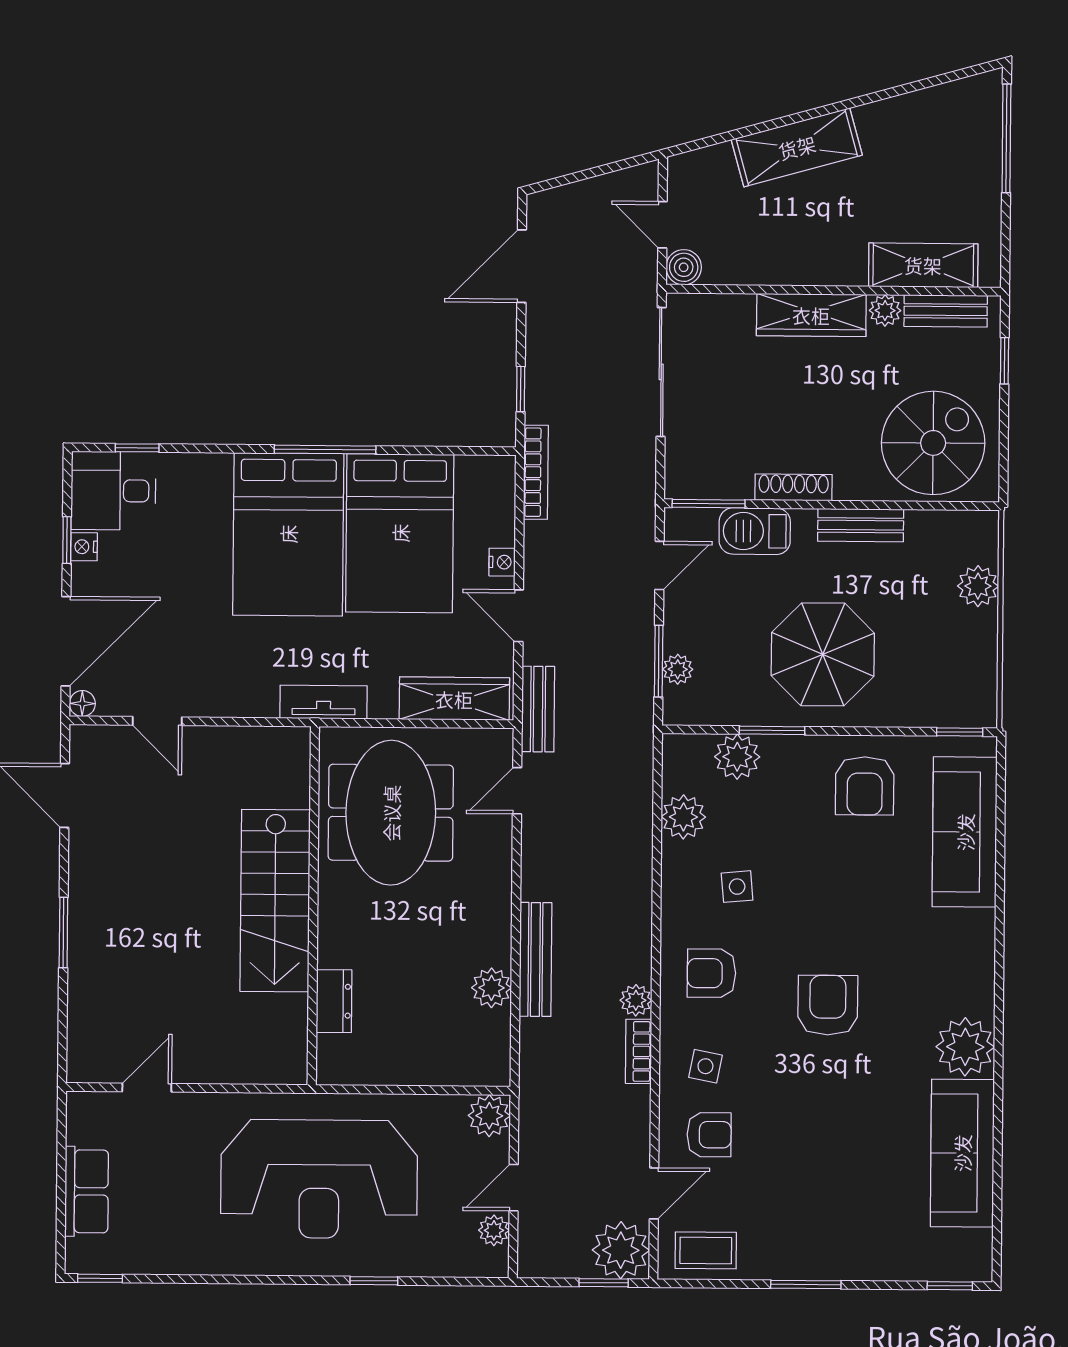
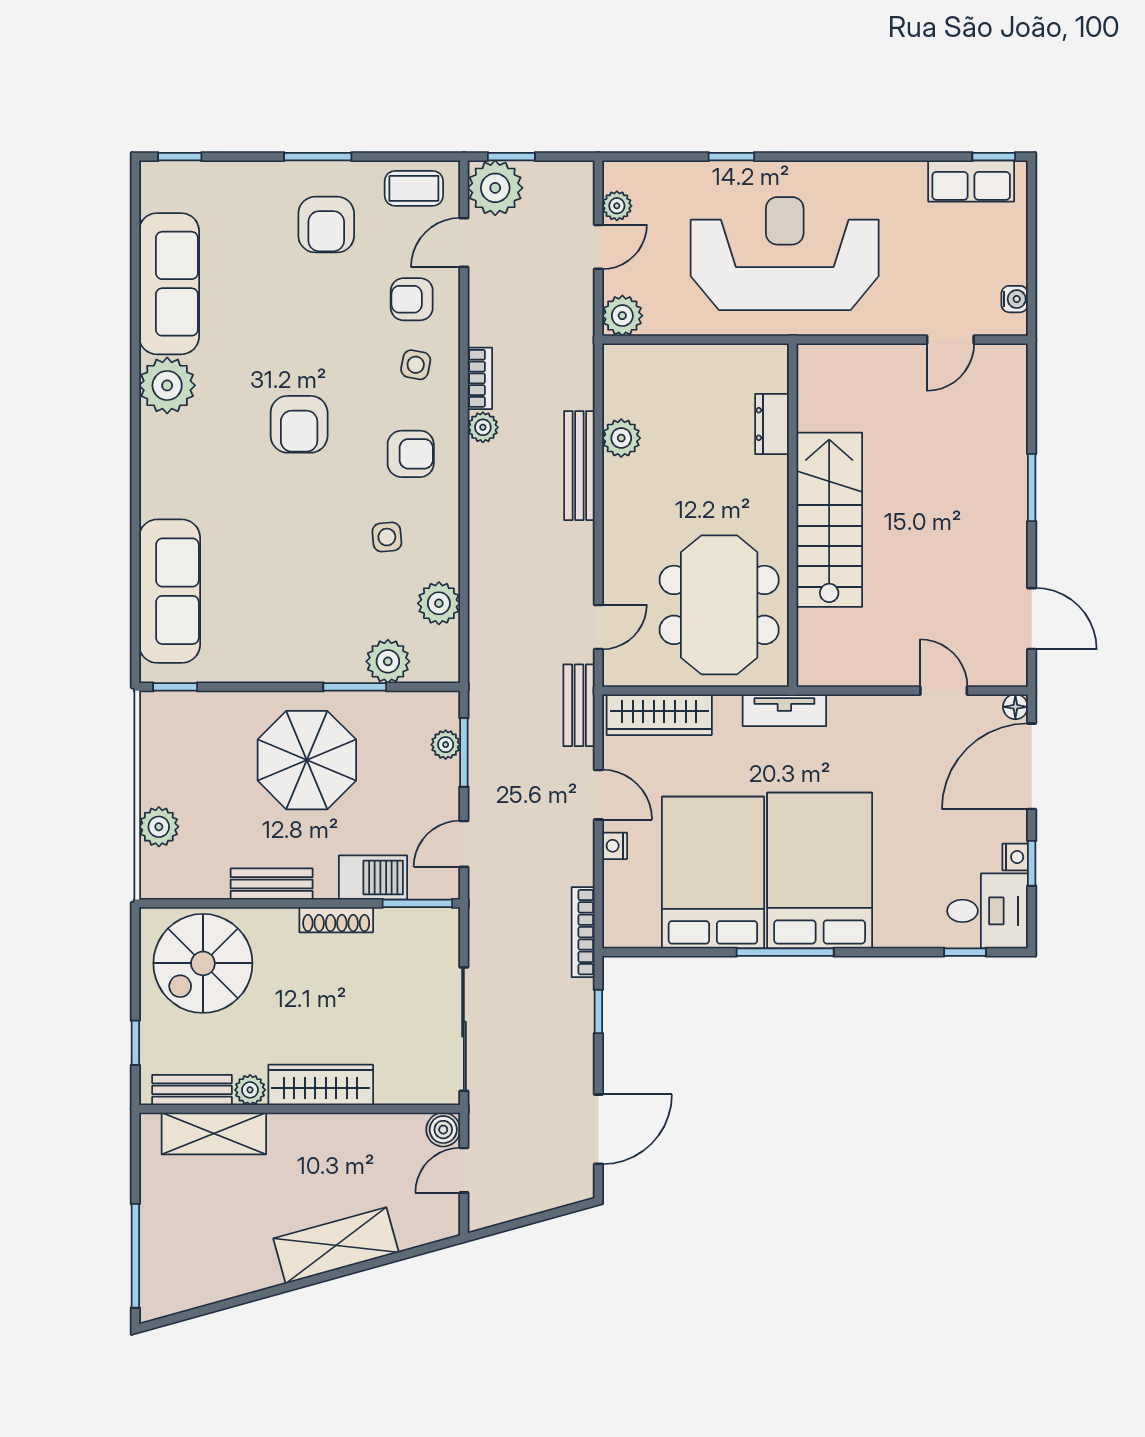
door: (662, 225) -> (464, 1170), swing flipped
armchair: (865, 786) -> (326, 225), moved, turned 180
water cooler: (79, 1129) -> (1015, 299), added
row of seats: (87, 1191) -> (971, 181), moved, turned -90

